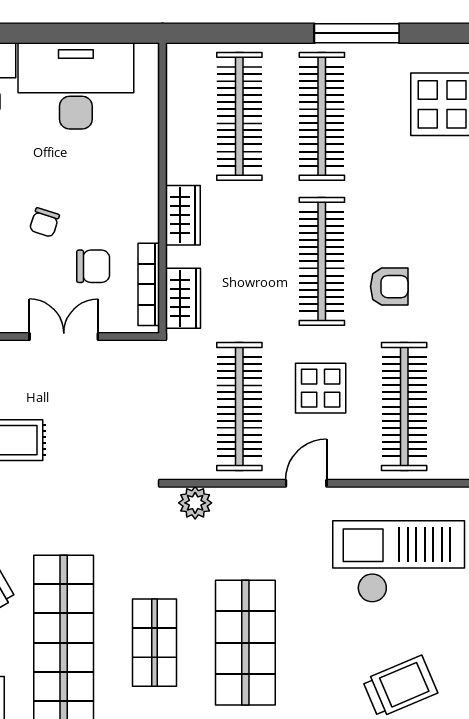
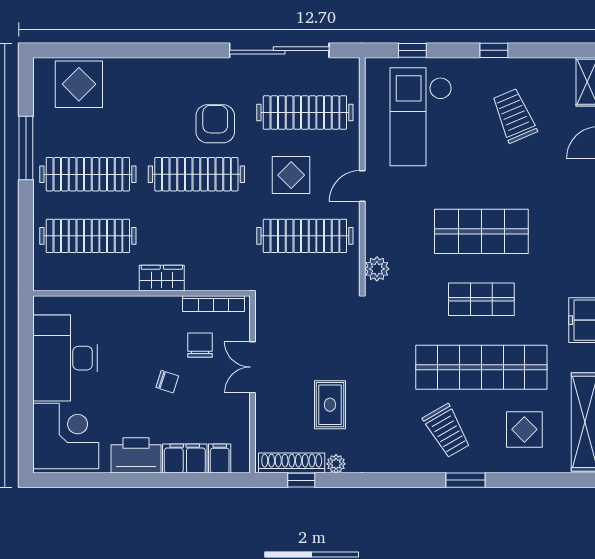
armchair: (389, 287) -> (215, 124), width x1.38, depth x1.38
wardrobe: (183, 298) -> (224, 278), removed
door: (306, 483) -> (362, 186), hinge flipped

